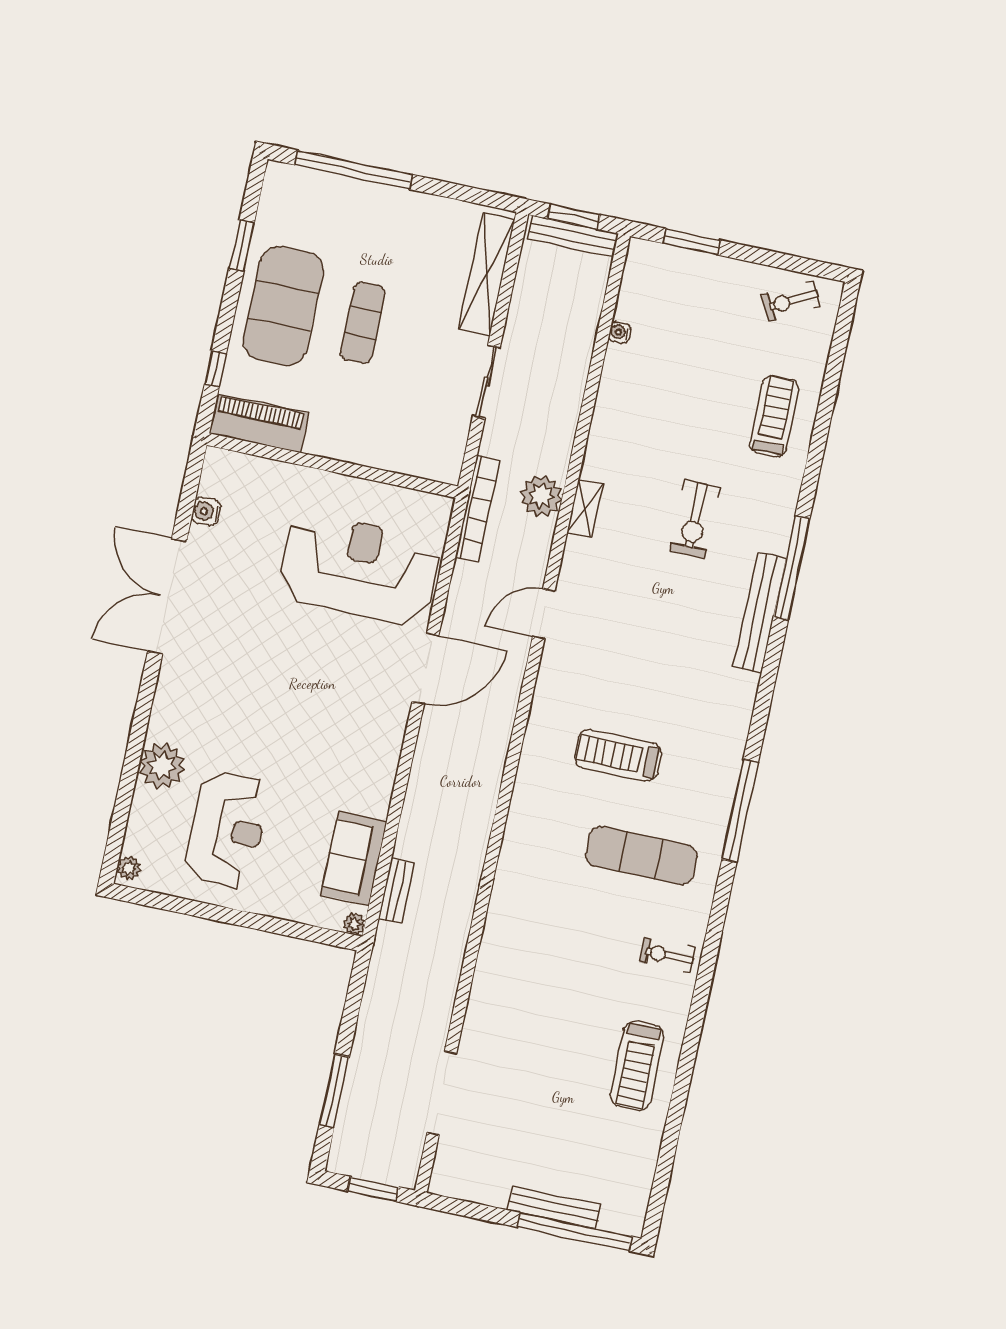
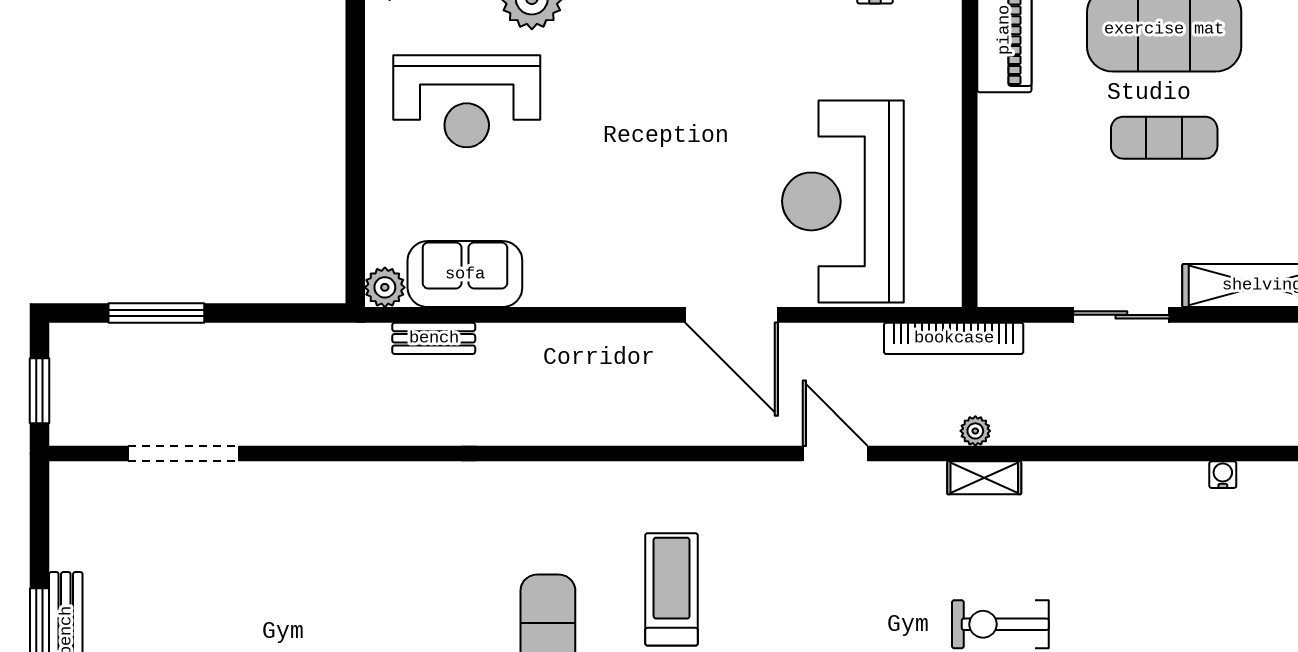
plant: (541, 496) -> (975, 431), width x0.53, depth x0.53
reception desk: (359, 569) -> (843, 201), turned 180
plant: (354, 924) -> (385, 287), width x1.38, depth x1.38

